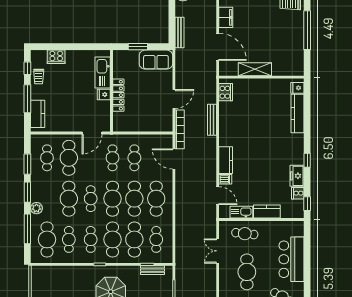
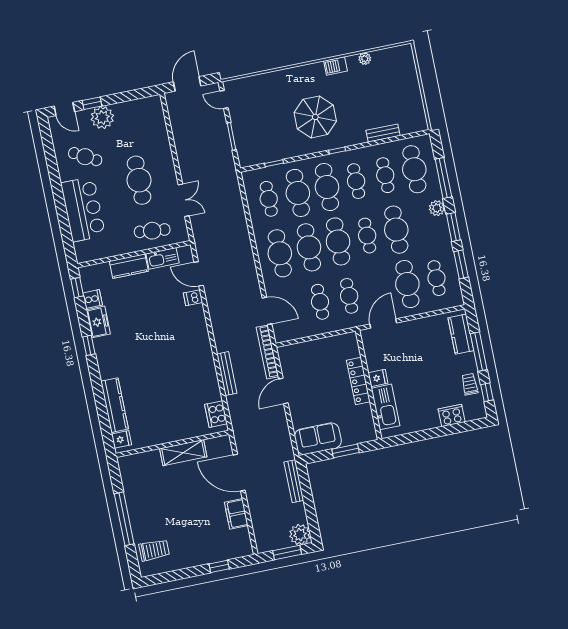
kitchen counter: (226, 160) -> (198, 324), removed
bench: (153, 270) -> (383, 133), moved

